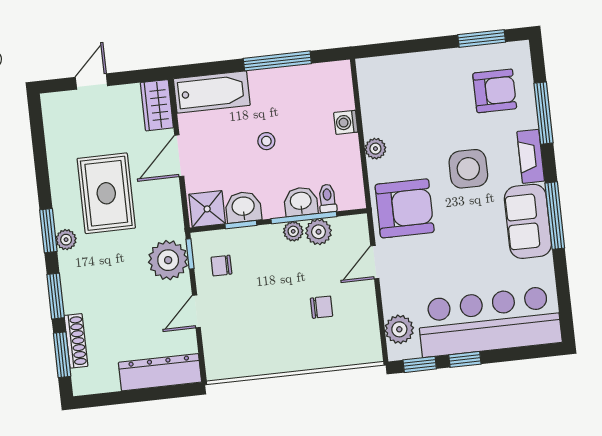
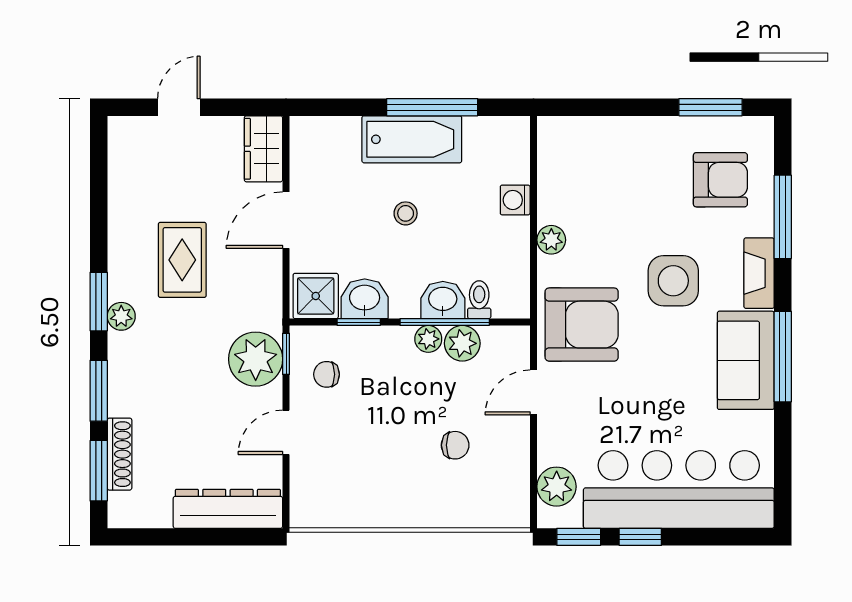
bathtub: (212, 92) -> (412, 139), moved
rug: (106, 193) -> (182, 260), width x0.73, depth x0.70

